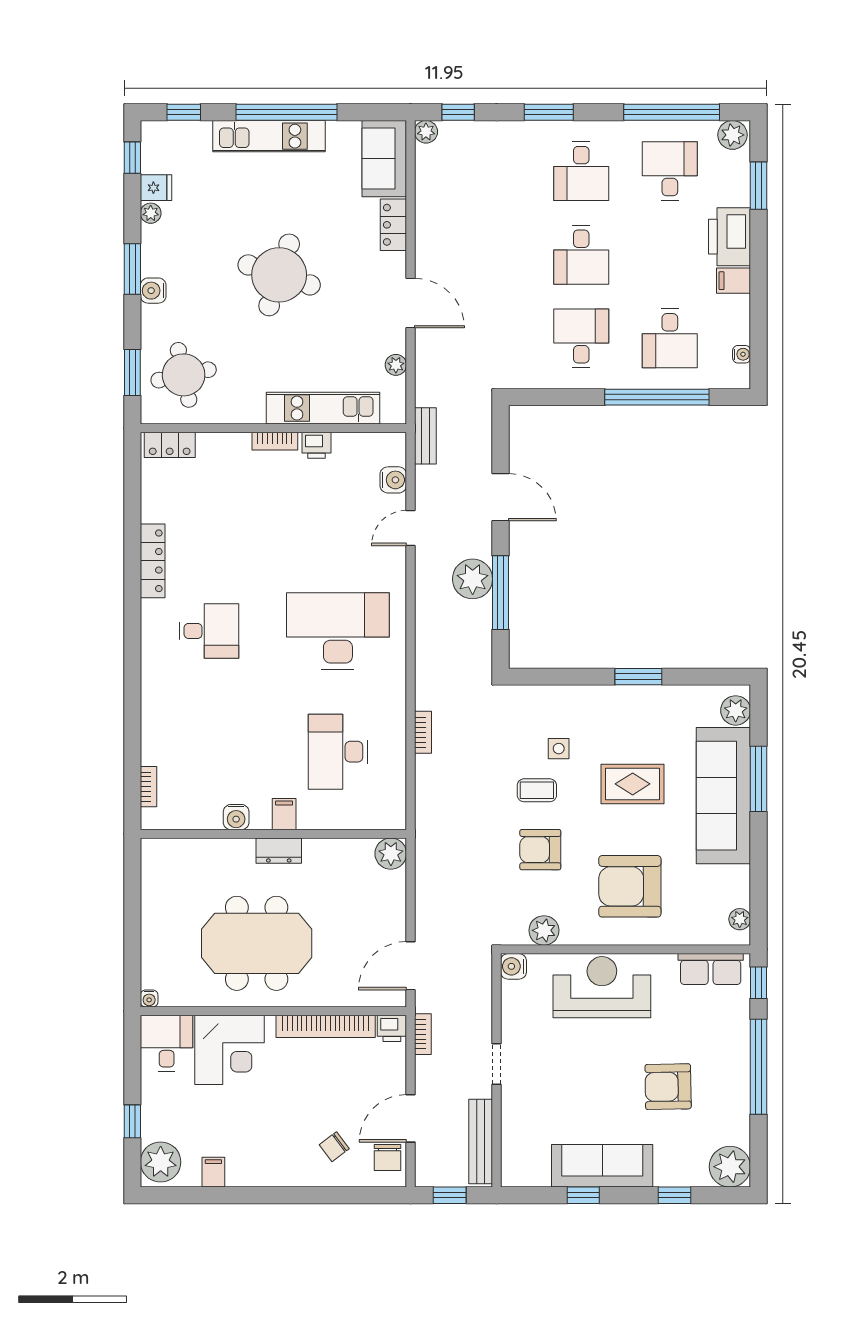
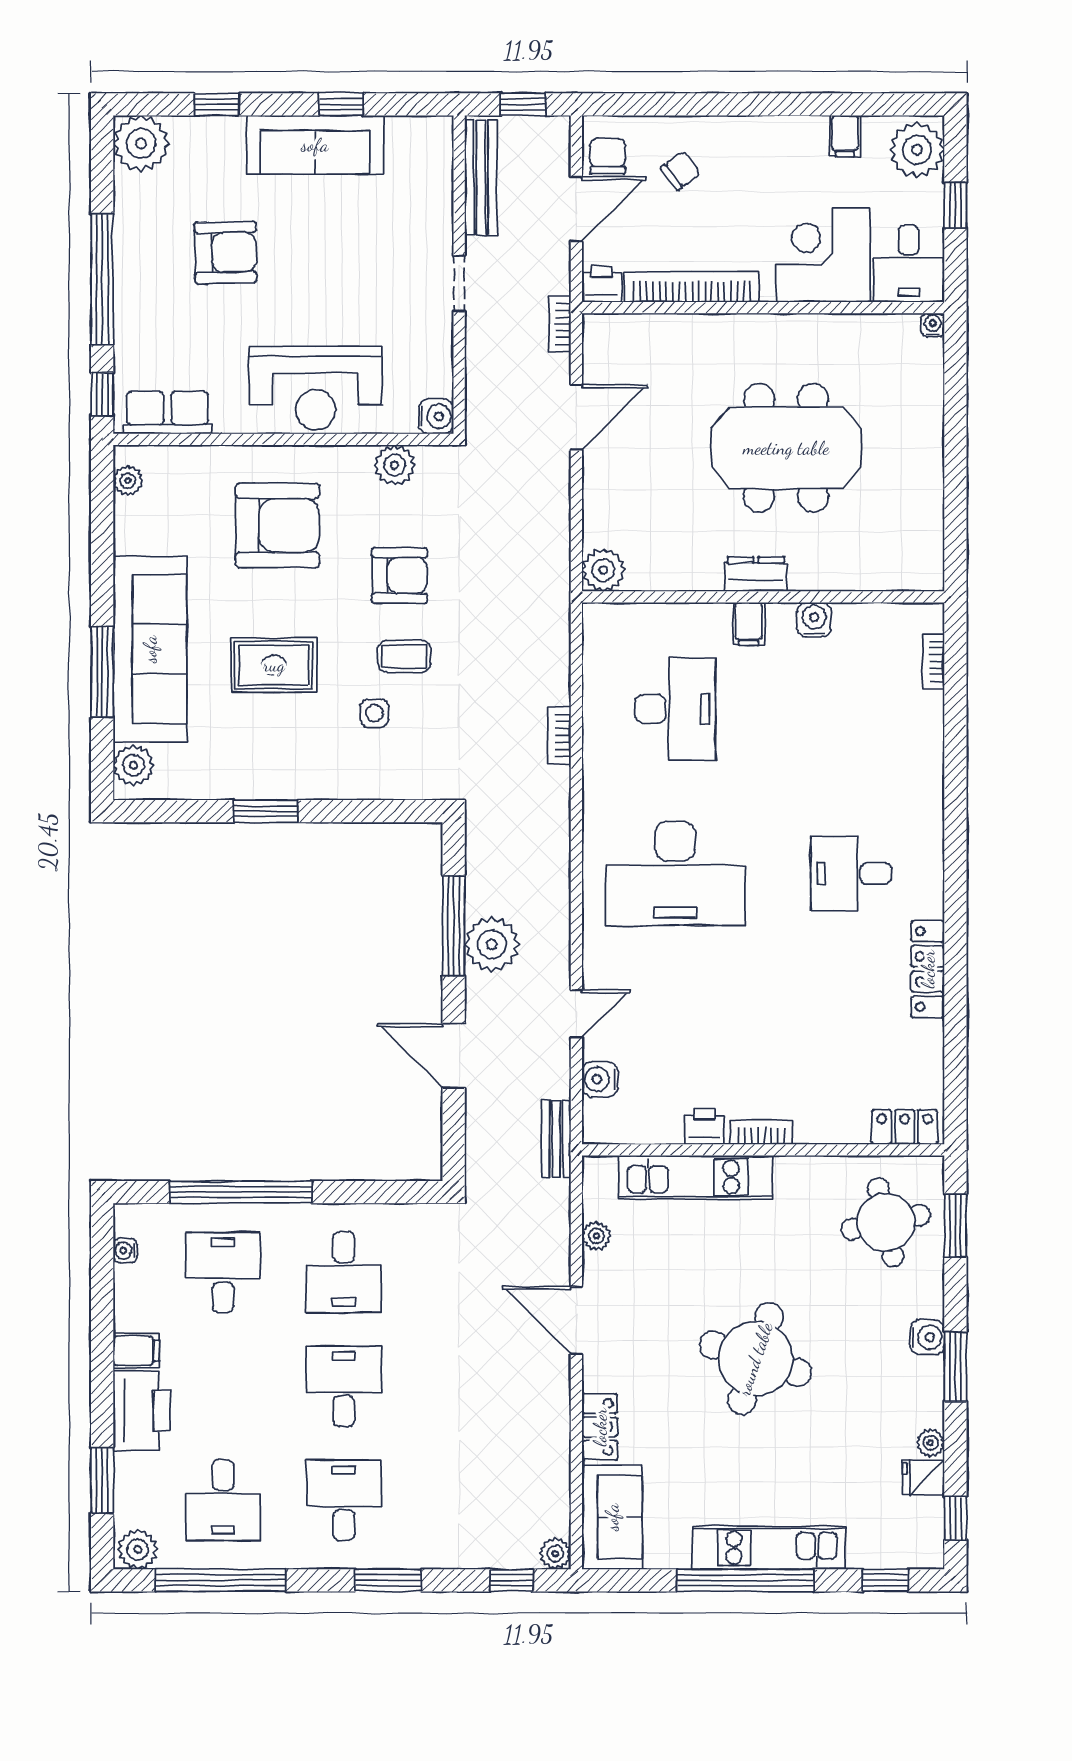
water cooler: (149, 999) -> (933, 325), moved
wall: (273, 1011) -> (763, 308), moved
bookcase: (326, 1026) -> (692, 287), moved
printer: (392, 1028) -> (602, 284), moved
desk: (167, 1043) -> (909, 264), moved
corner desk: (230, 1050) -> (823, 255), moved

